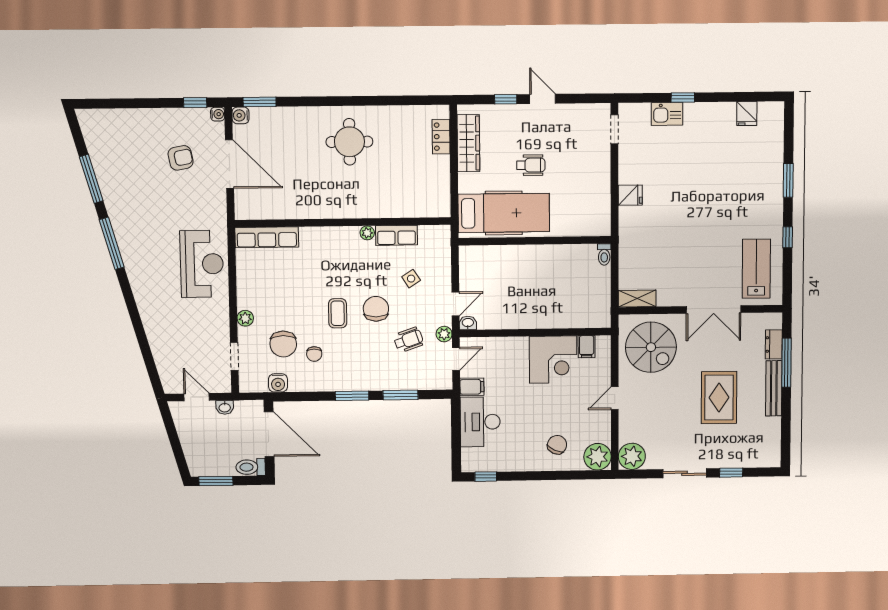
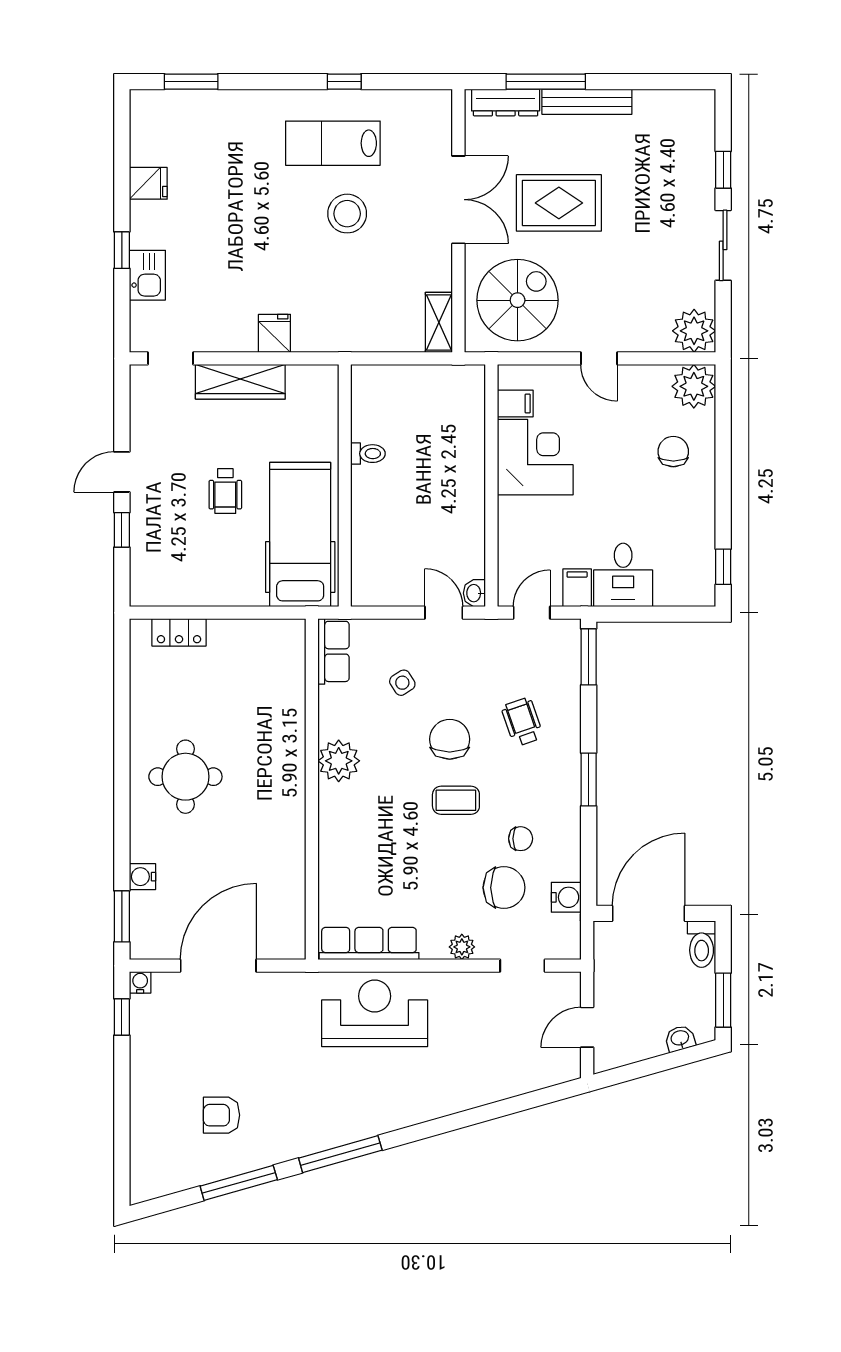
fridge: (747, 114) -> (148, 183), moved
water cooler: (241, 115) -> (142, 877), moved, turned 90
wardrobe: (468, 143) -> (240, 382), moved, turned 180
armchair: (181, 158) -> (221, 1115), moved, turned -79
wheelchair: (531, 165) -> (225, 491), turned 180
window: (788, 180) -> (191, 82), moved
plant: (367, 233) -> (339, 761), width x1.87, depth x1.87
row of seats: (396, 235) -> (333, 651), moved
row of seats: (267, 237) -> (369, 944), moved, turned -90
stool: (705, 240) -> (347, 214), added
toilet: (604, 254) -> (368, 454), moved
lab bench: (756, 269) -> (333, 143), moved
chair: (376, 309) -> (450, 739), turned 90
plant: (444, 334) -> (492, 631), removed
wheelchair: (409, 340) -> (522, 722), moved
dresser: (774, 344) -> (506, 102), width x1.44
door: (456, 359) -> (532, 613), hinge flipped
window: (401, 395) -> (589, 657), moved
rug: (719, 398) -> (559, 203), moved
washbasin: (225, 407) -> (680, 1038), moved, turned -106
desk: (480, 422) -> (623, 575), width x0.73
chair: (557, 445) -> (673, 452), turned 65

